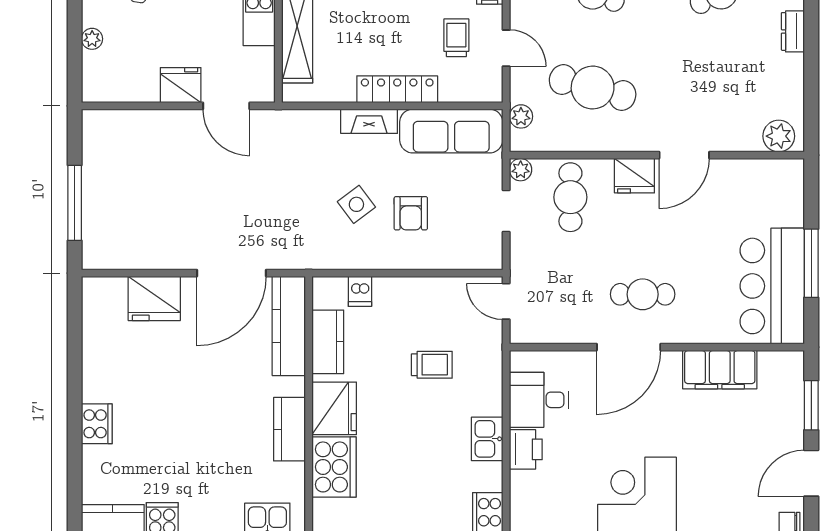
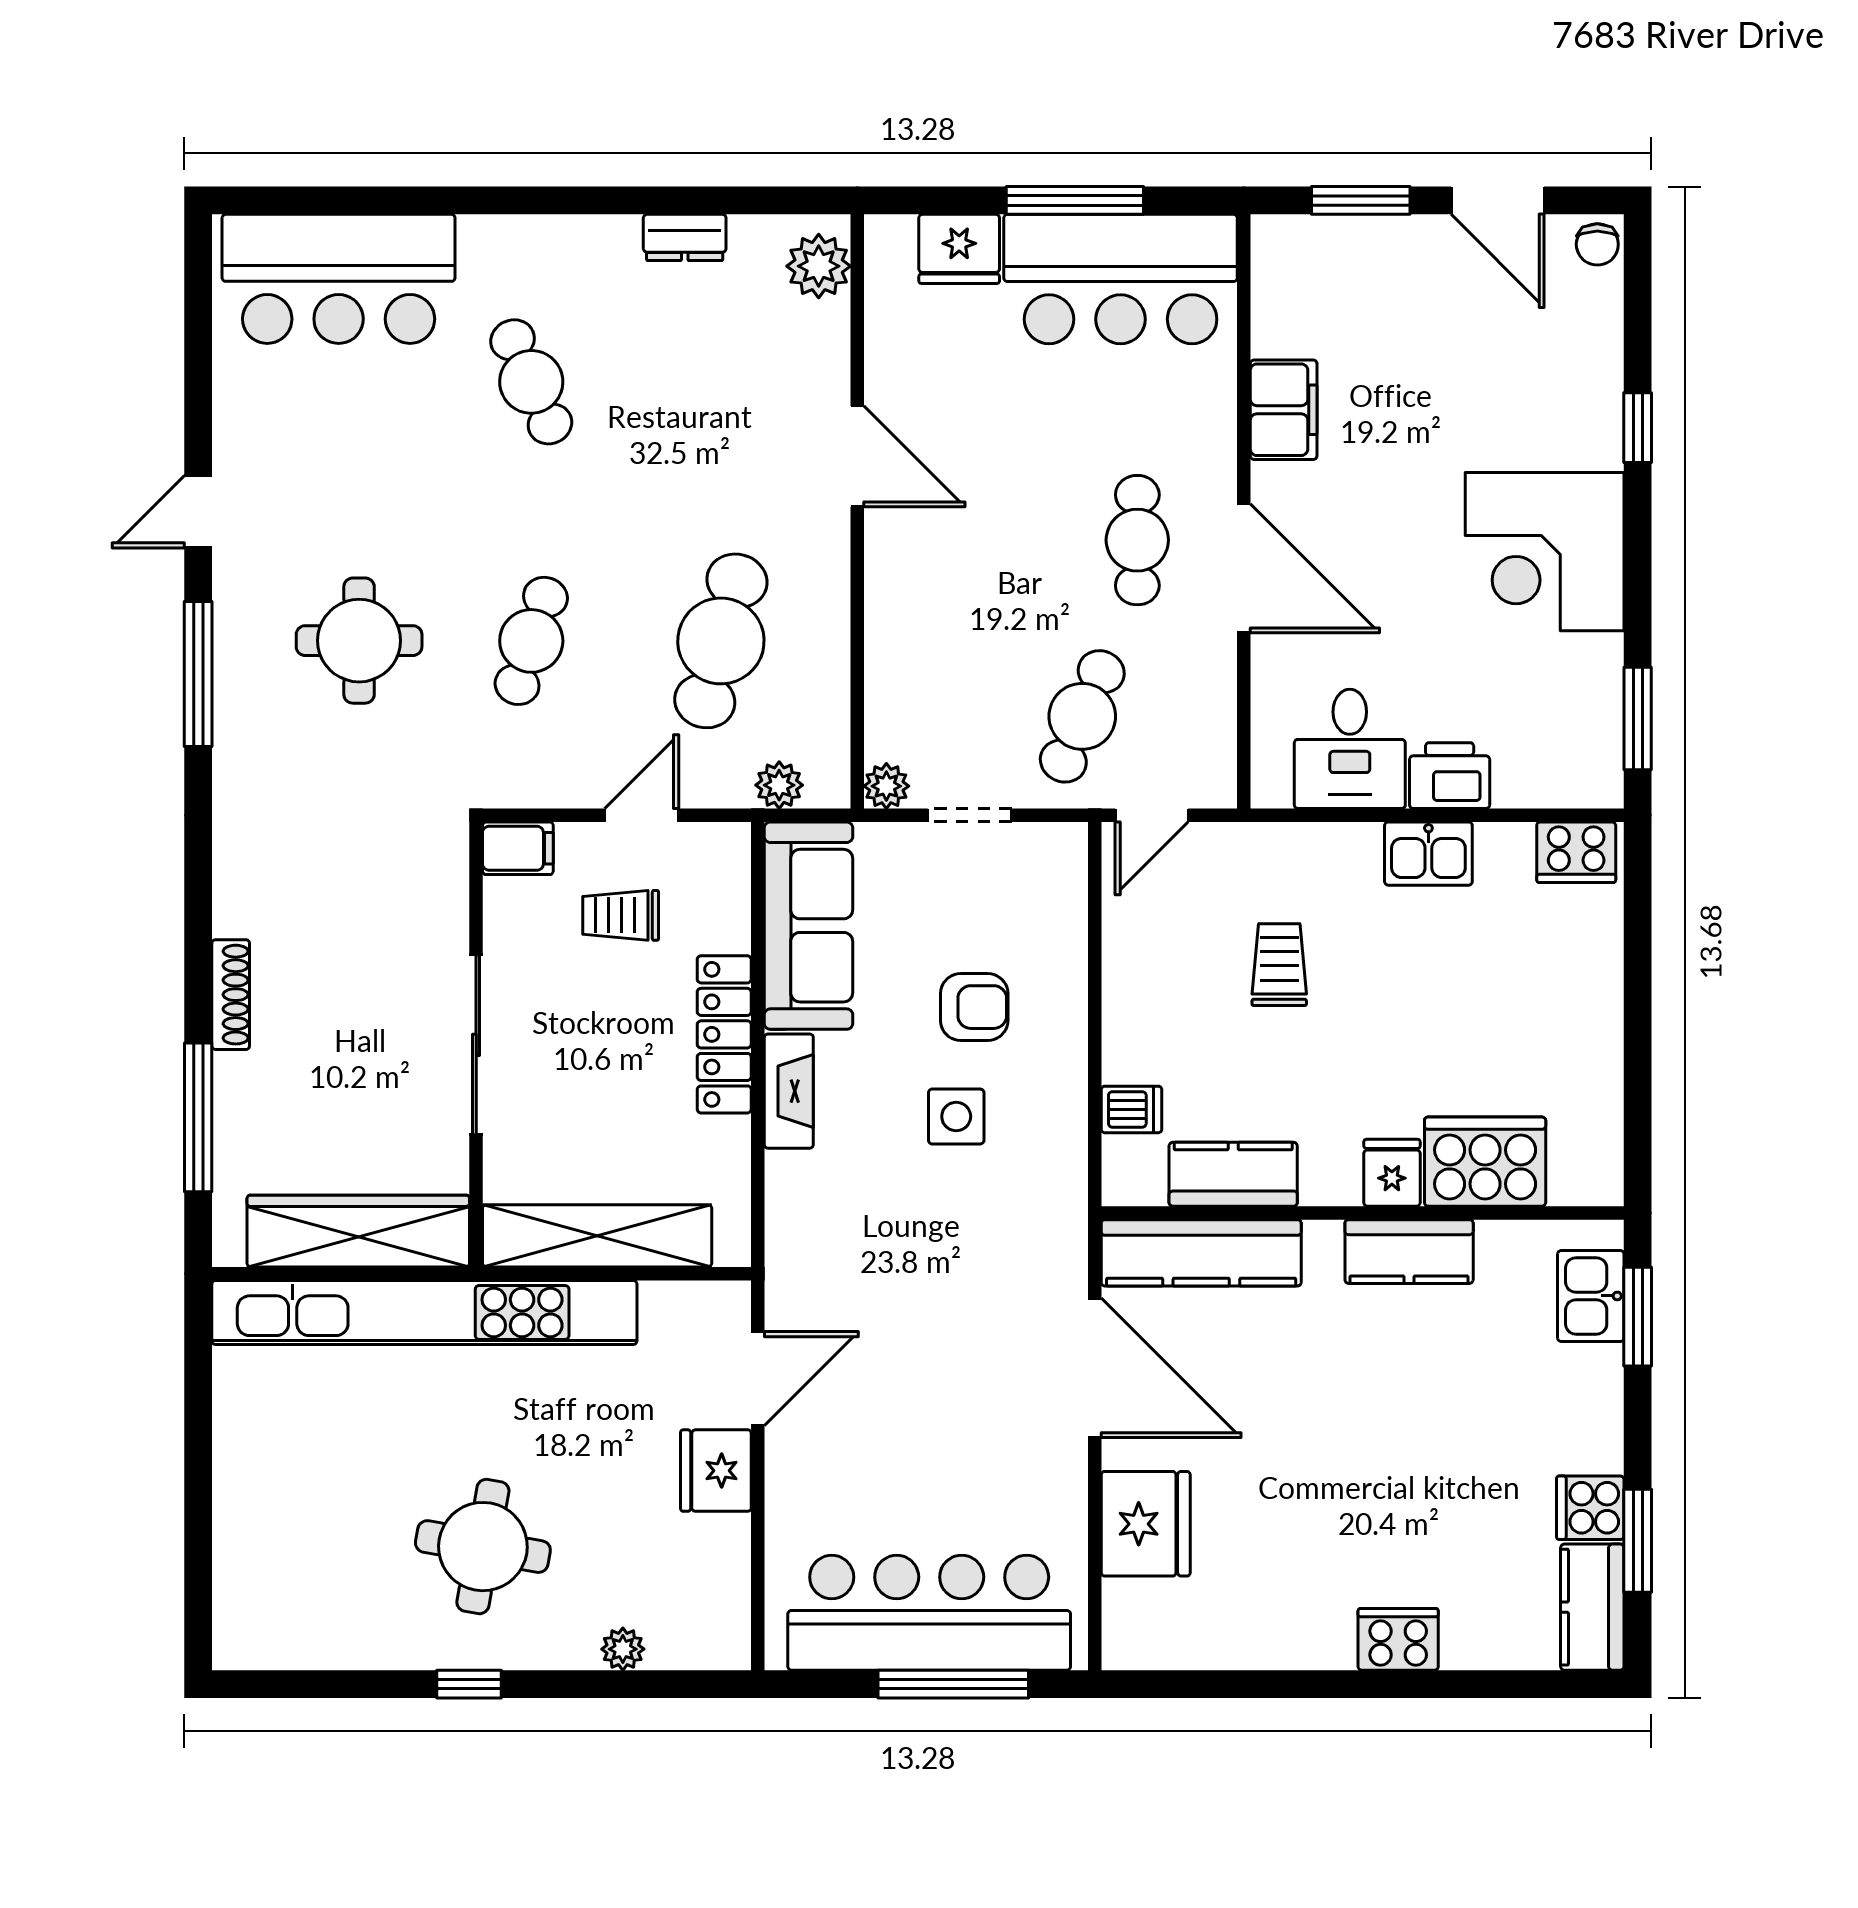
dresser: (793, 31) -> (685, 237), moved
fridge: (634, 176) -> (959, 249), moved, turned 90
bar counter: (110, 191) -> (929, 1613), added
cafe table: (570, 197) -> (1082, 716), moved, turned -67
side table: (356, 204) -> (956, 1116), turned 37
filing cabinet: (720, 370) -> (1284, 410), width x0.67, depth x0.86
fridge: (334, 408) -> (1392, 1173), width x0.53, depth x0.75

